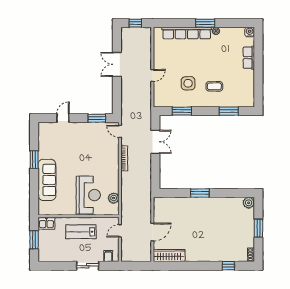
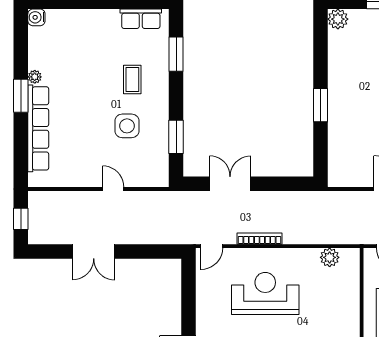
row of seats: (249, 58) -> (141, 19), moved
window: (97, 118) -> (189, 287), removed
reception desk: (88, 195) -> (265, 293), moved

